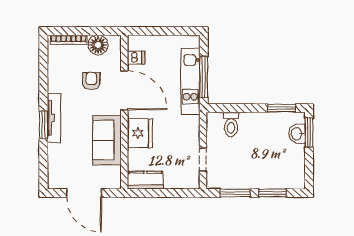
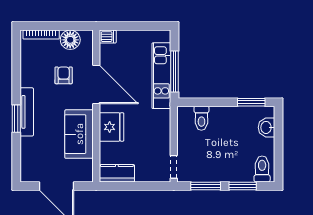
dishwasher: (136, 57) -> (108, 37), moved
window: (309, 133) -> (278, 126), removed
doorway: (203, 160) -> (174, 167), moved
toilet: (292, 176) -> (262, 169), added

